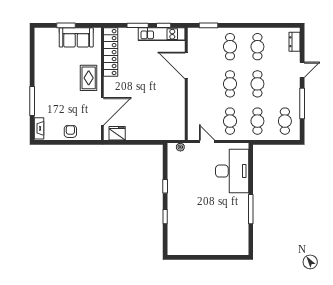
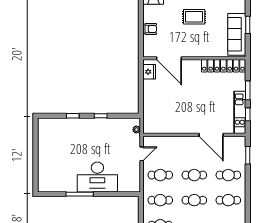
sofa: (76, 37) -> (237, 34), width x1.36
door: (186, 65) -> (211, 135), swing flipped
rug: (89, 78) -> (194, 17), moved
desk: (232, 171) -> (97, 177), moved

